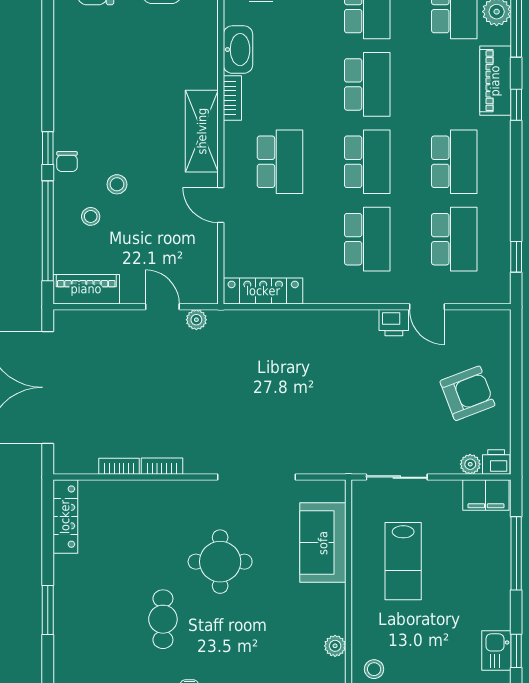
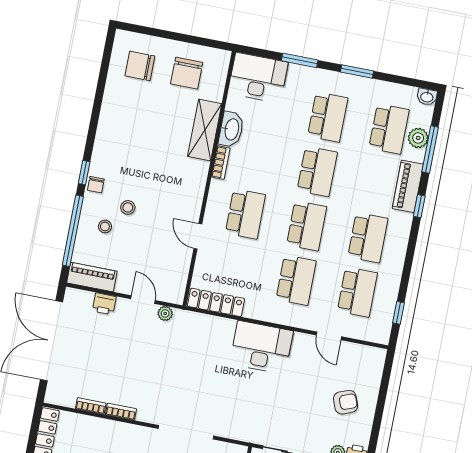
shelving: (202, 131) -> (205, 130), moved
printer: (394, 323) -> (104, 304), moved
desk: (337, 341) -> (261, 347), added
armchair: (467, 393) -> (346, 402), width x0.72, depth x0.72

